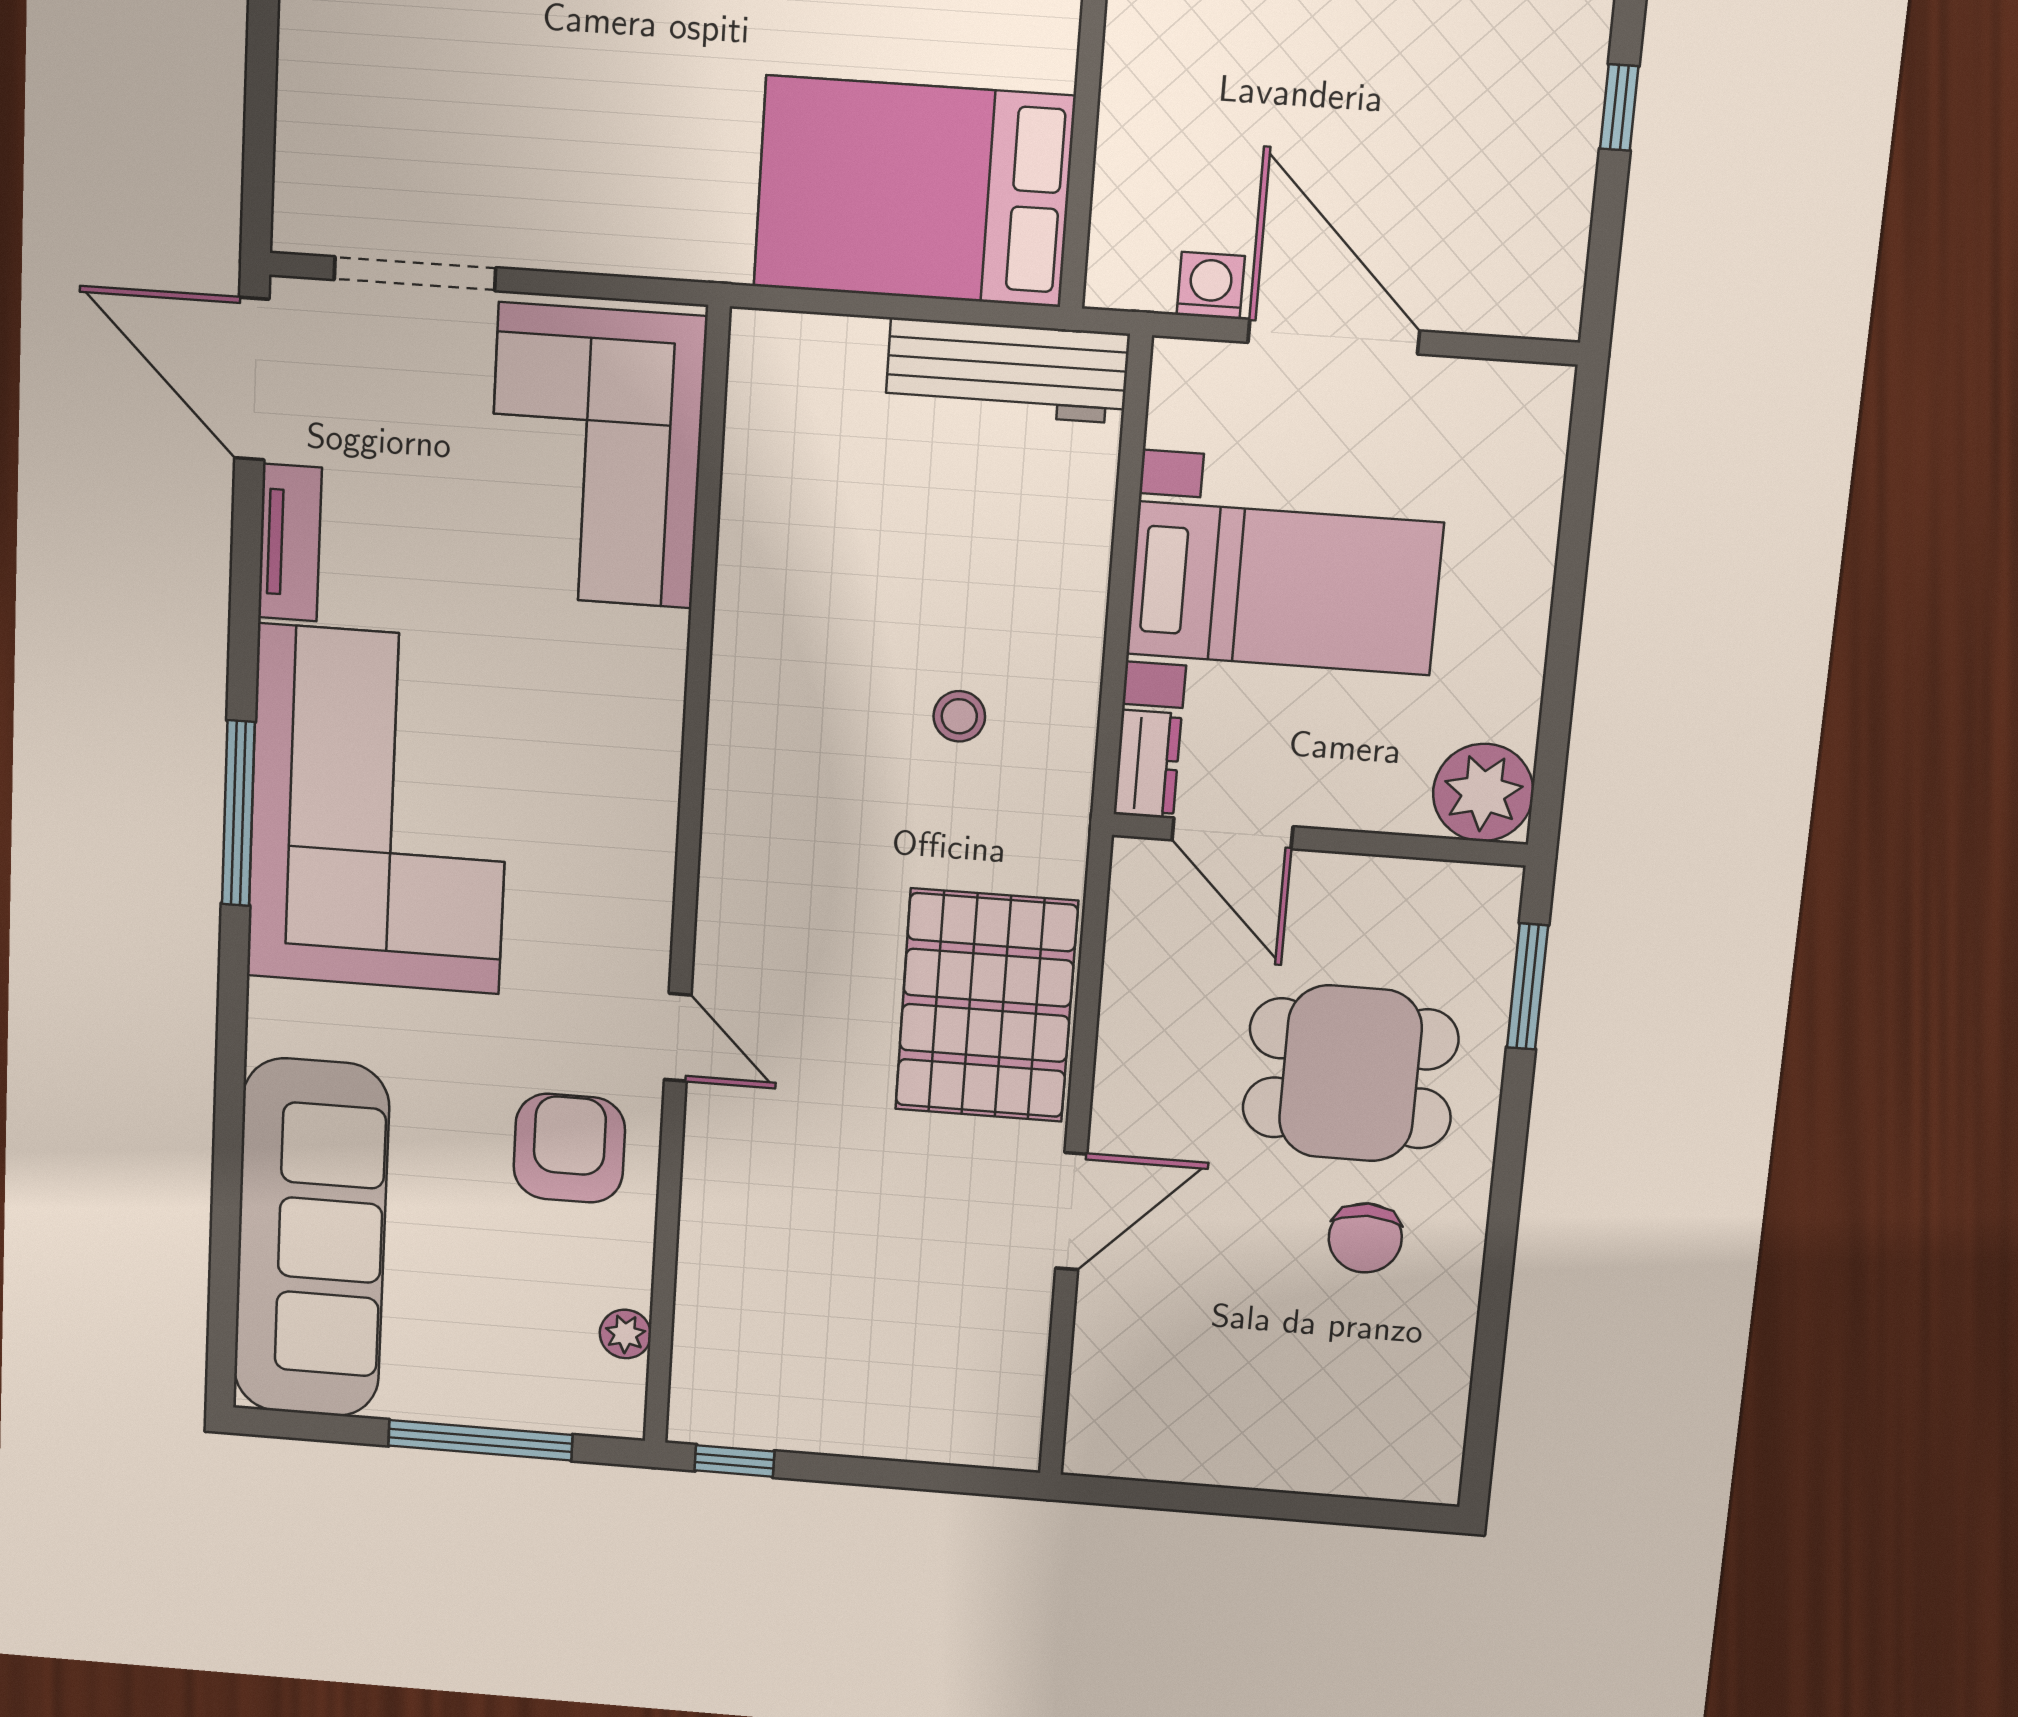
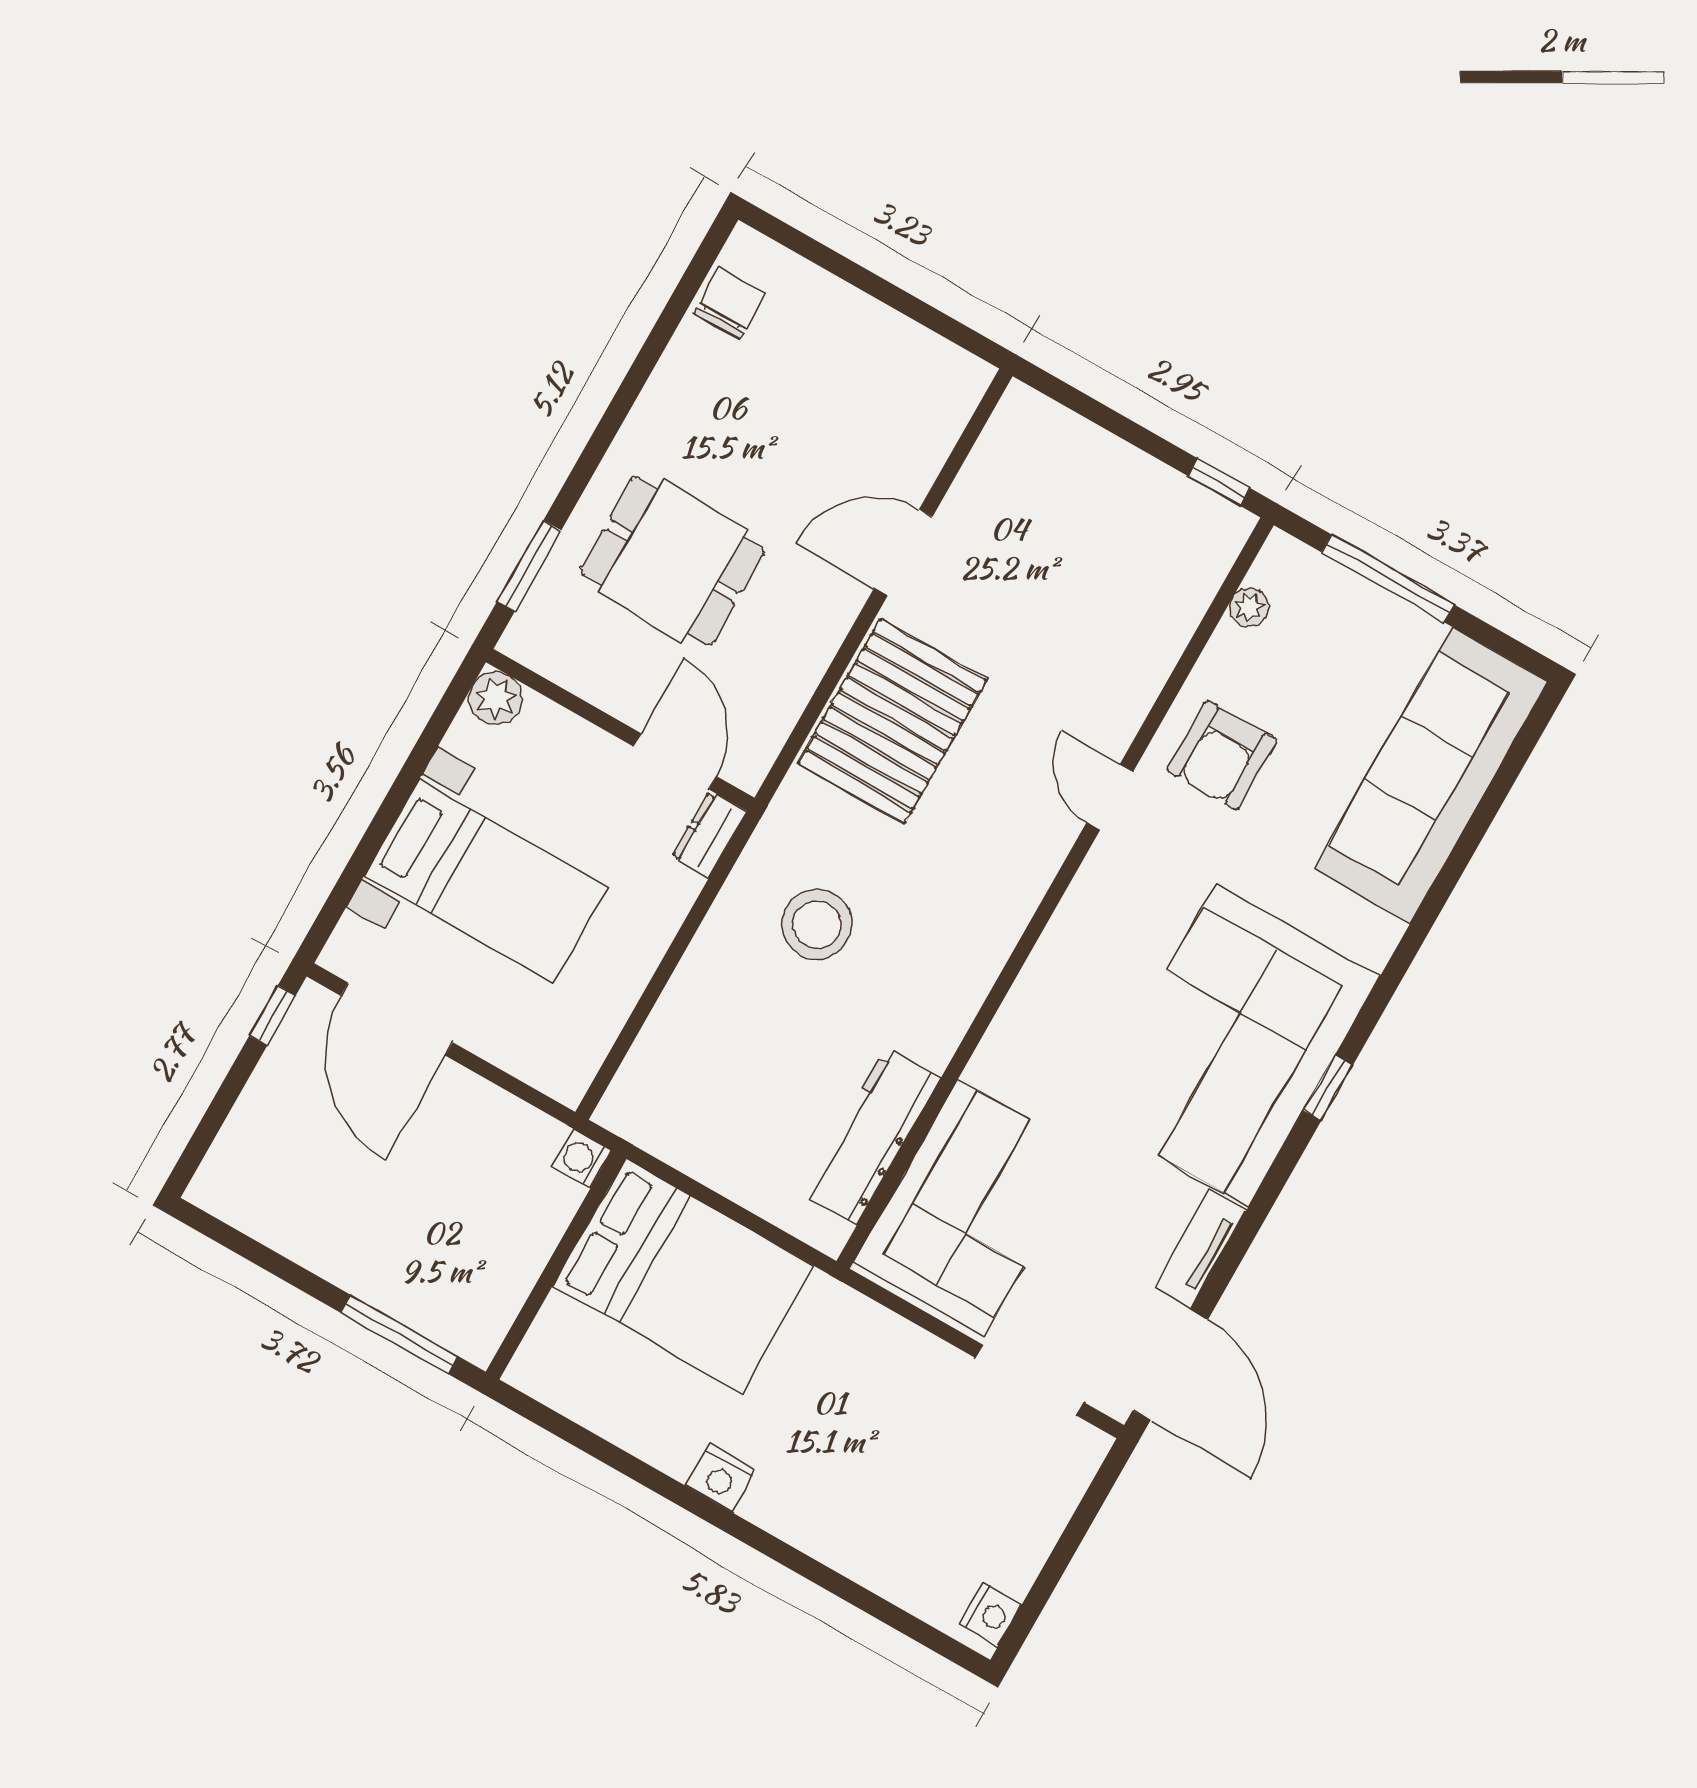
window: (1619, 107) -> (273, 1016), moved
washing machine: (1211, 285) -> (582, 1159), moved, turned 90
door: (1334, 337) -> (397, 1019), moved
workbench: (1007, 371) -> (871, 1136), moved, turned -90
bed with nightstands: (1284, 588) -> (486, 881), moved, turned 180
stool: (959, 716) -> (817, 924), width x1.89, depth x1.89
plant: (1483, 793) -> (496, 698), width x0.73, depth x0.73
window: (238, 813) -> (1328, 1088), width x0.46
chair: (1365, 1238) -> (730, 304), moved

